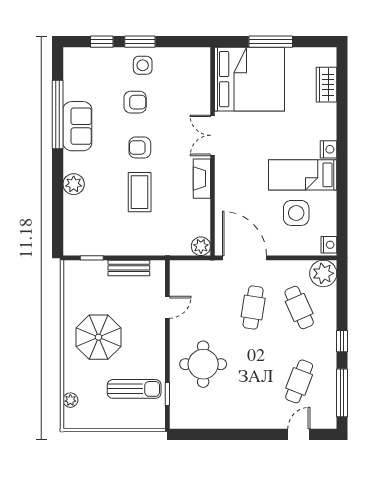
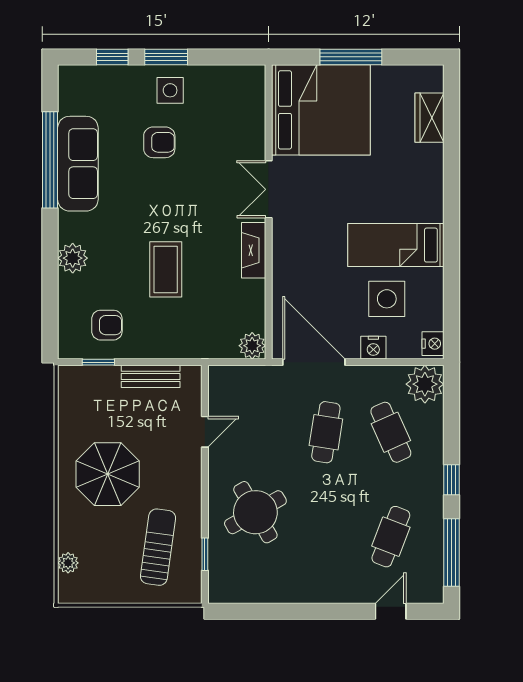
sofa: (77, 126) -> (78, 164), width x1.36
armchair: (140, 148) -> (107, 325), moved, turned 180
nightstand: (329, 149) -> (373, 348), moved, turned 90
round table: (203, 364) -> (255, 512), turned -30
sun lounger: (134, 389) -> (158, 547), turned -82

